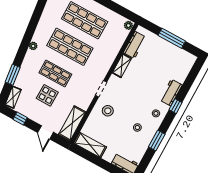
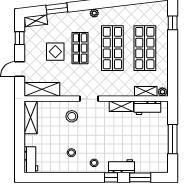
shelving: (121, 39) -> (146, 91), added
window: (157, 140) -> (140, 177), moved

